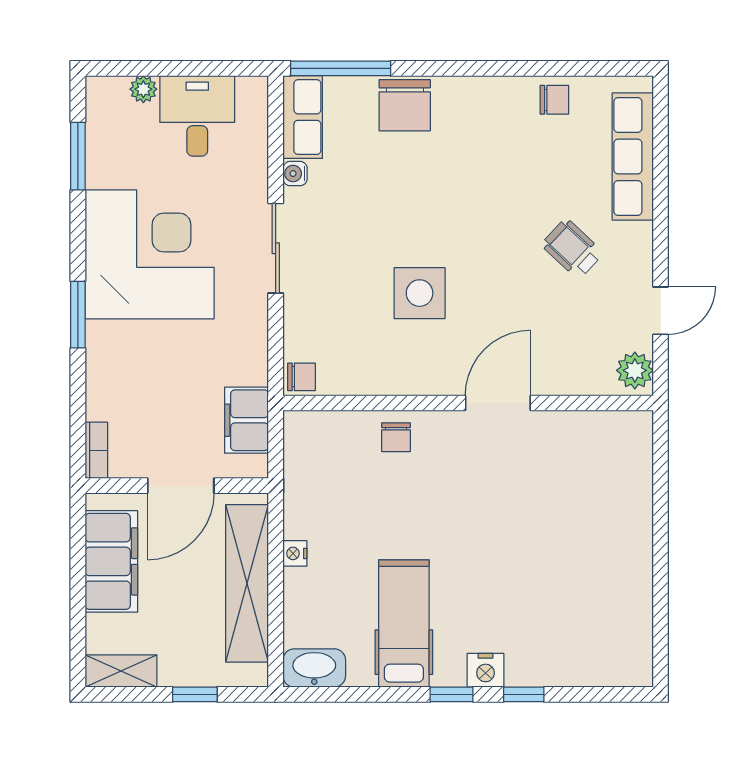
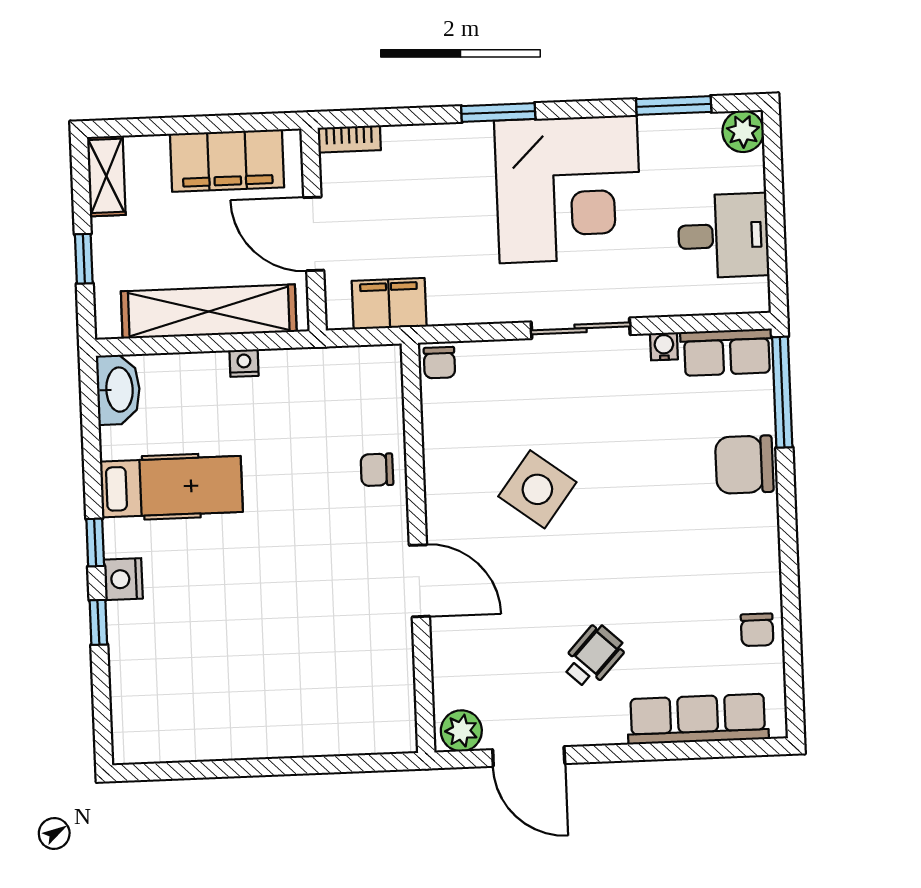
plant: (143, 89) -> (743, 131), moved, width x1.38, depth x1.38
side table: (420, 293) -> (537, 489), turned 37
door: (661, 311) -> (529, 757), width x1.38

